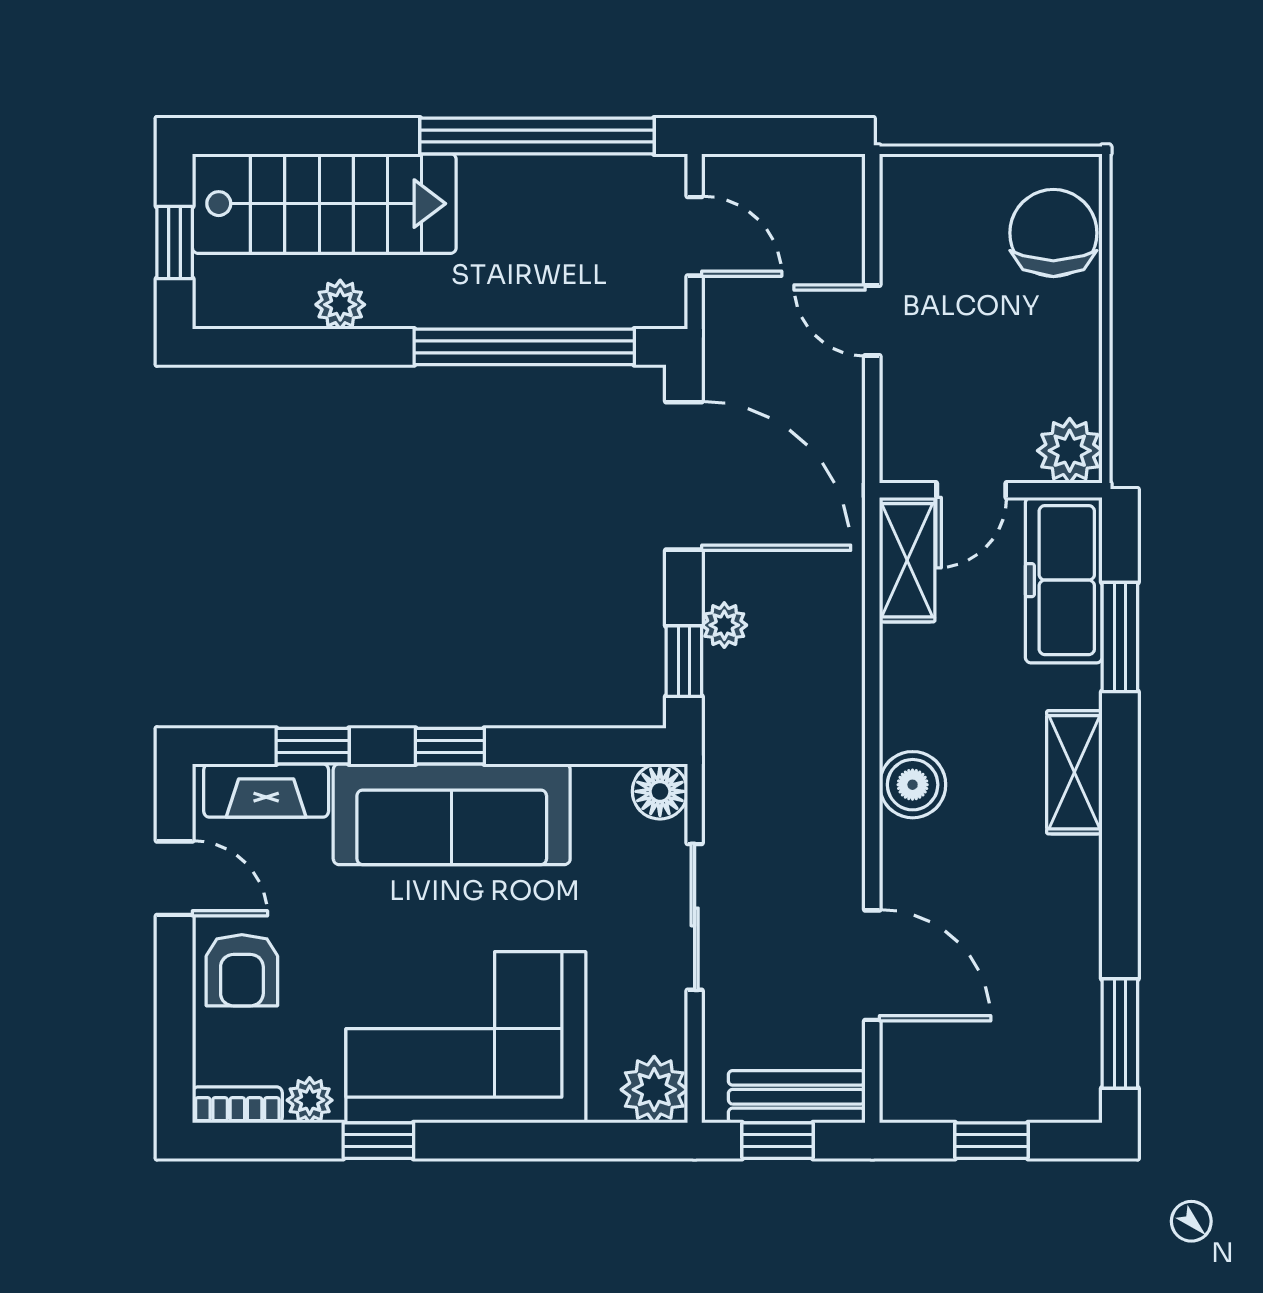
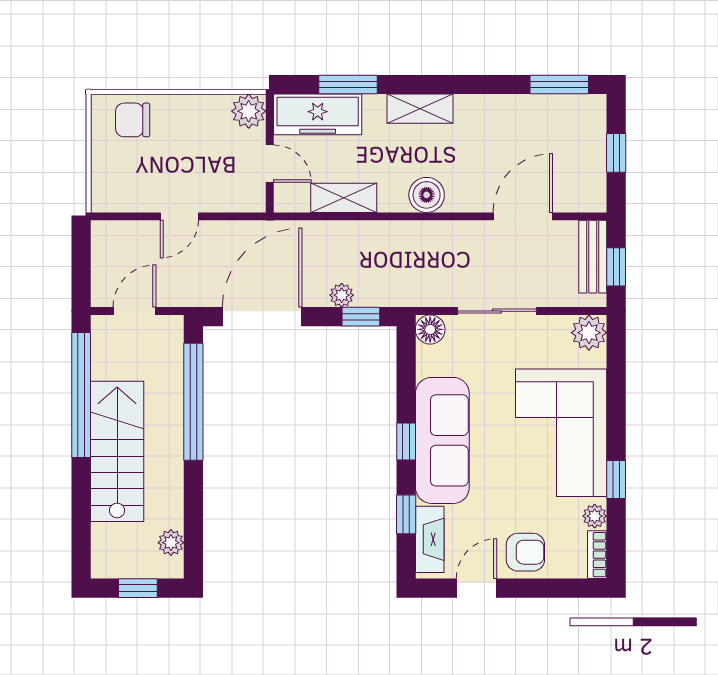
stairs: (324, 204) -> (117, 451), moved
chair: (1053, 233) -> (133, 120), width x0.73, depth x0.73
plant: (340, 305) -> (171, 543), moved
shelving: (907, 560) -> (344, 198), moved

